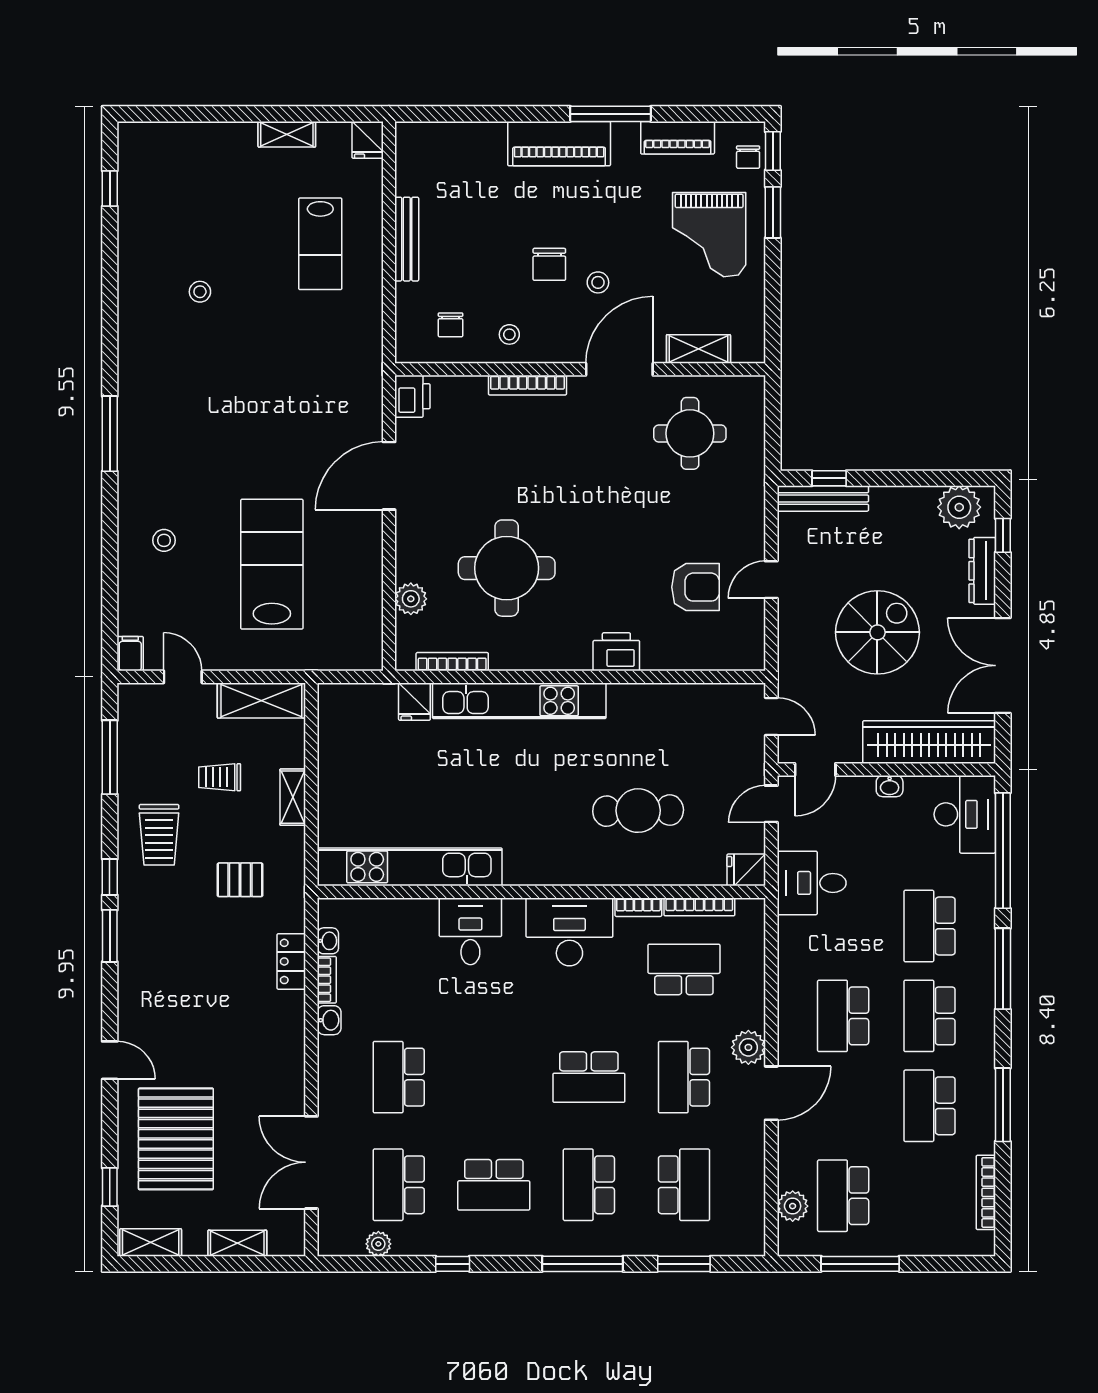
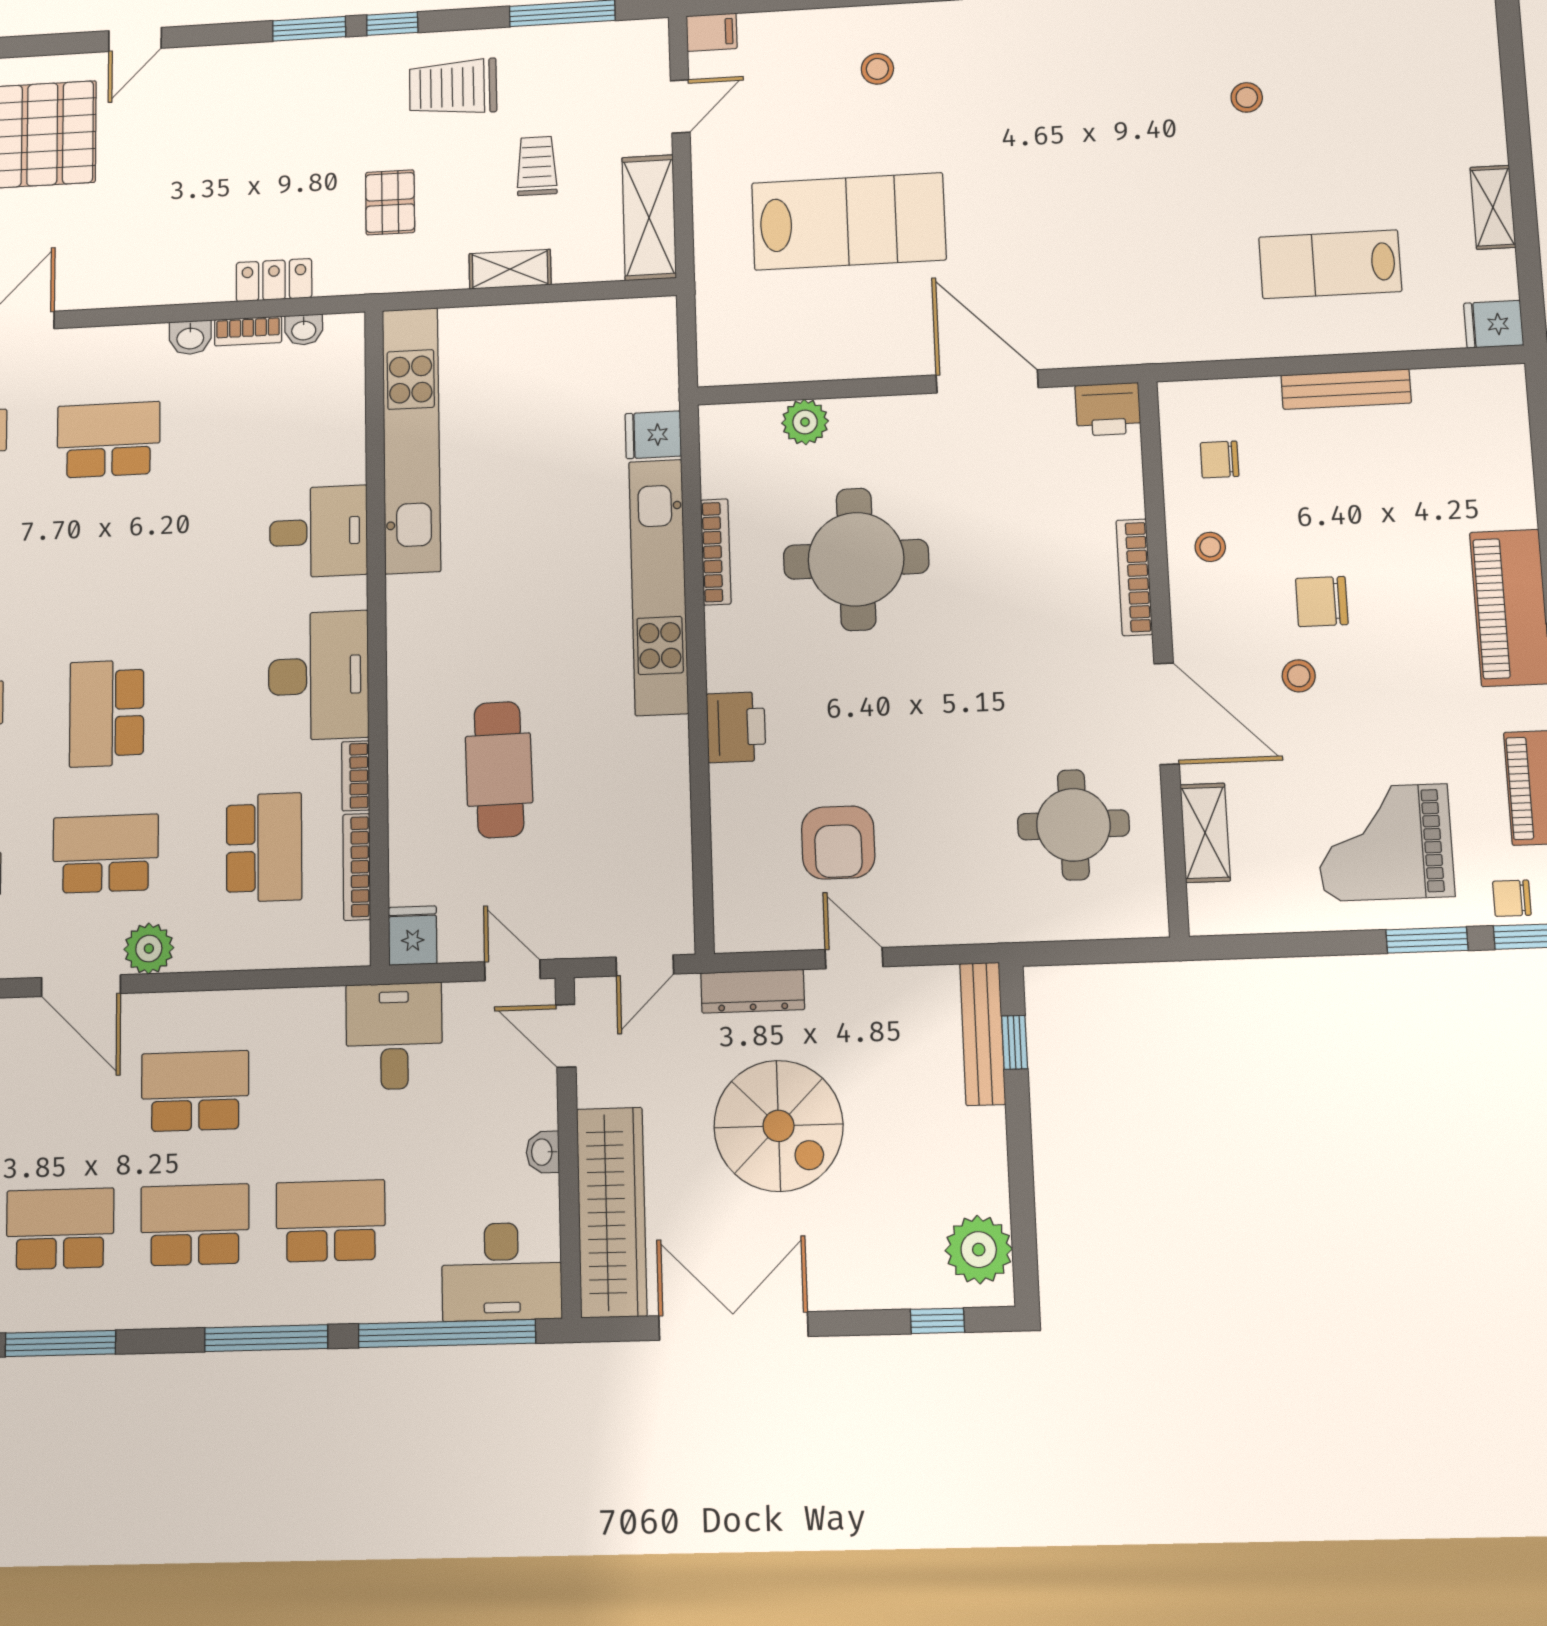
dresser: (982, 571) -> (753, 991), moved, turned 180
bookcase: (452, 662) -> (716, 552), moved

